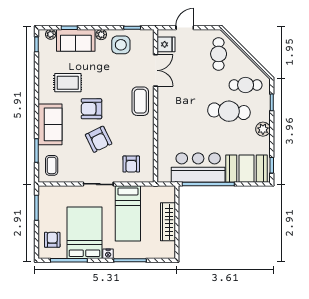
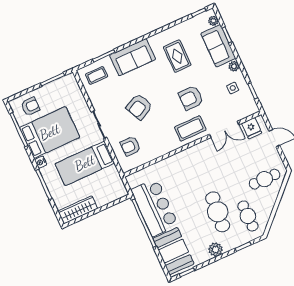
side table: (121, 45) -> (233, 88), width x0.54, depth x0.54
armchair: (91, 109) -> (191, 98), moved, turned -90
wardrobe: (168, 222) -> (78, 210), moved

